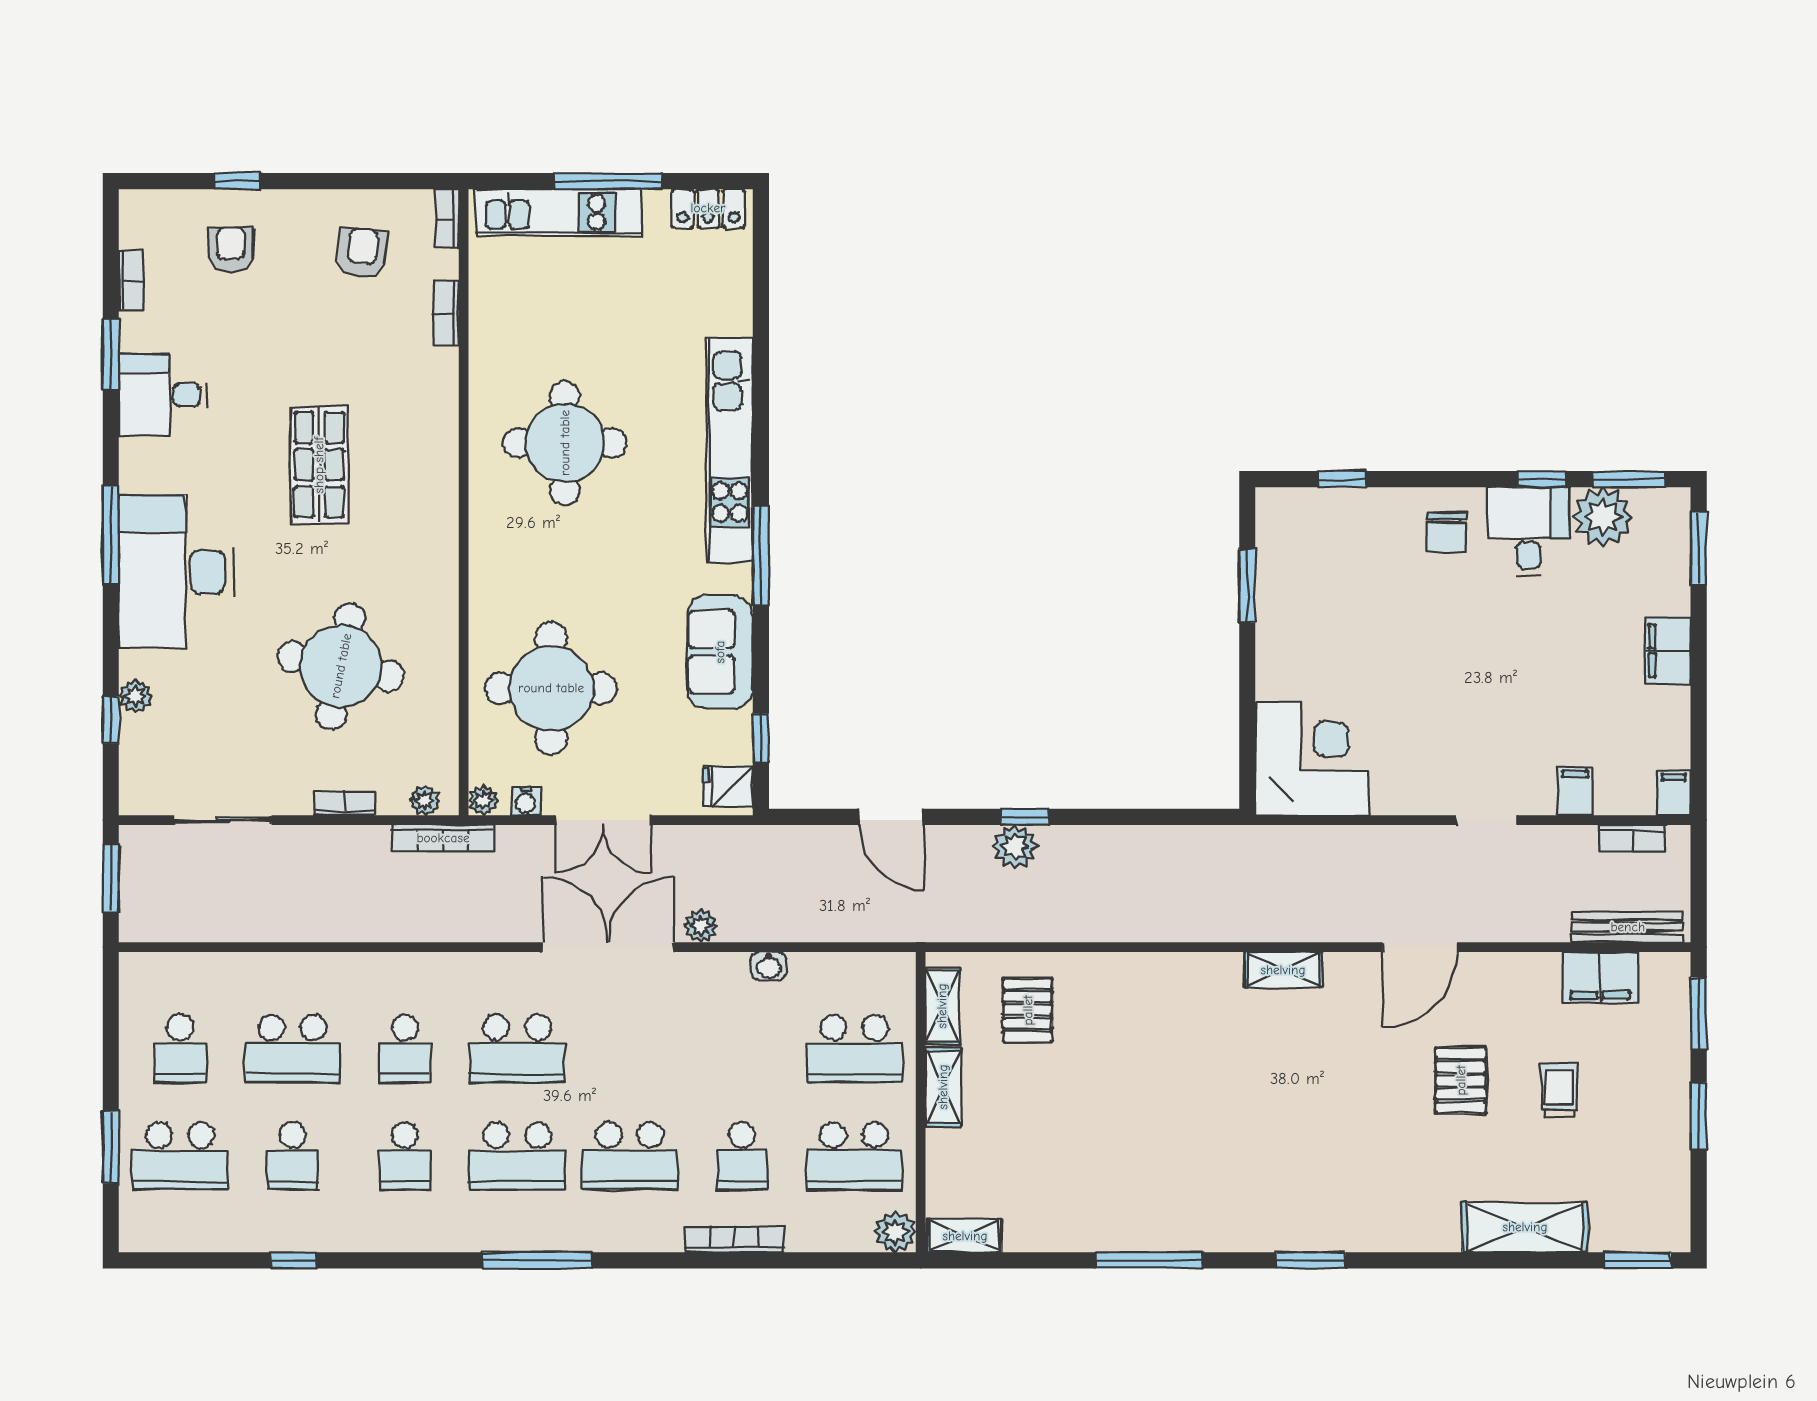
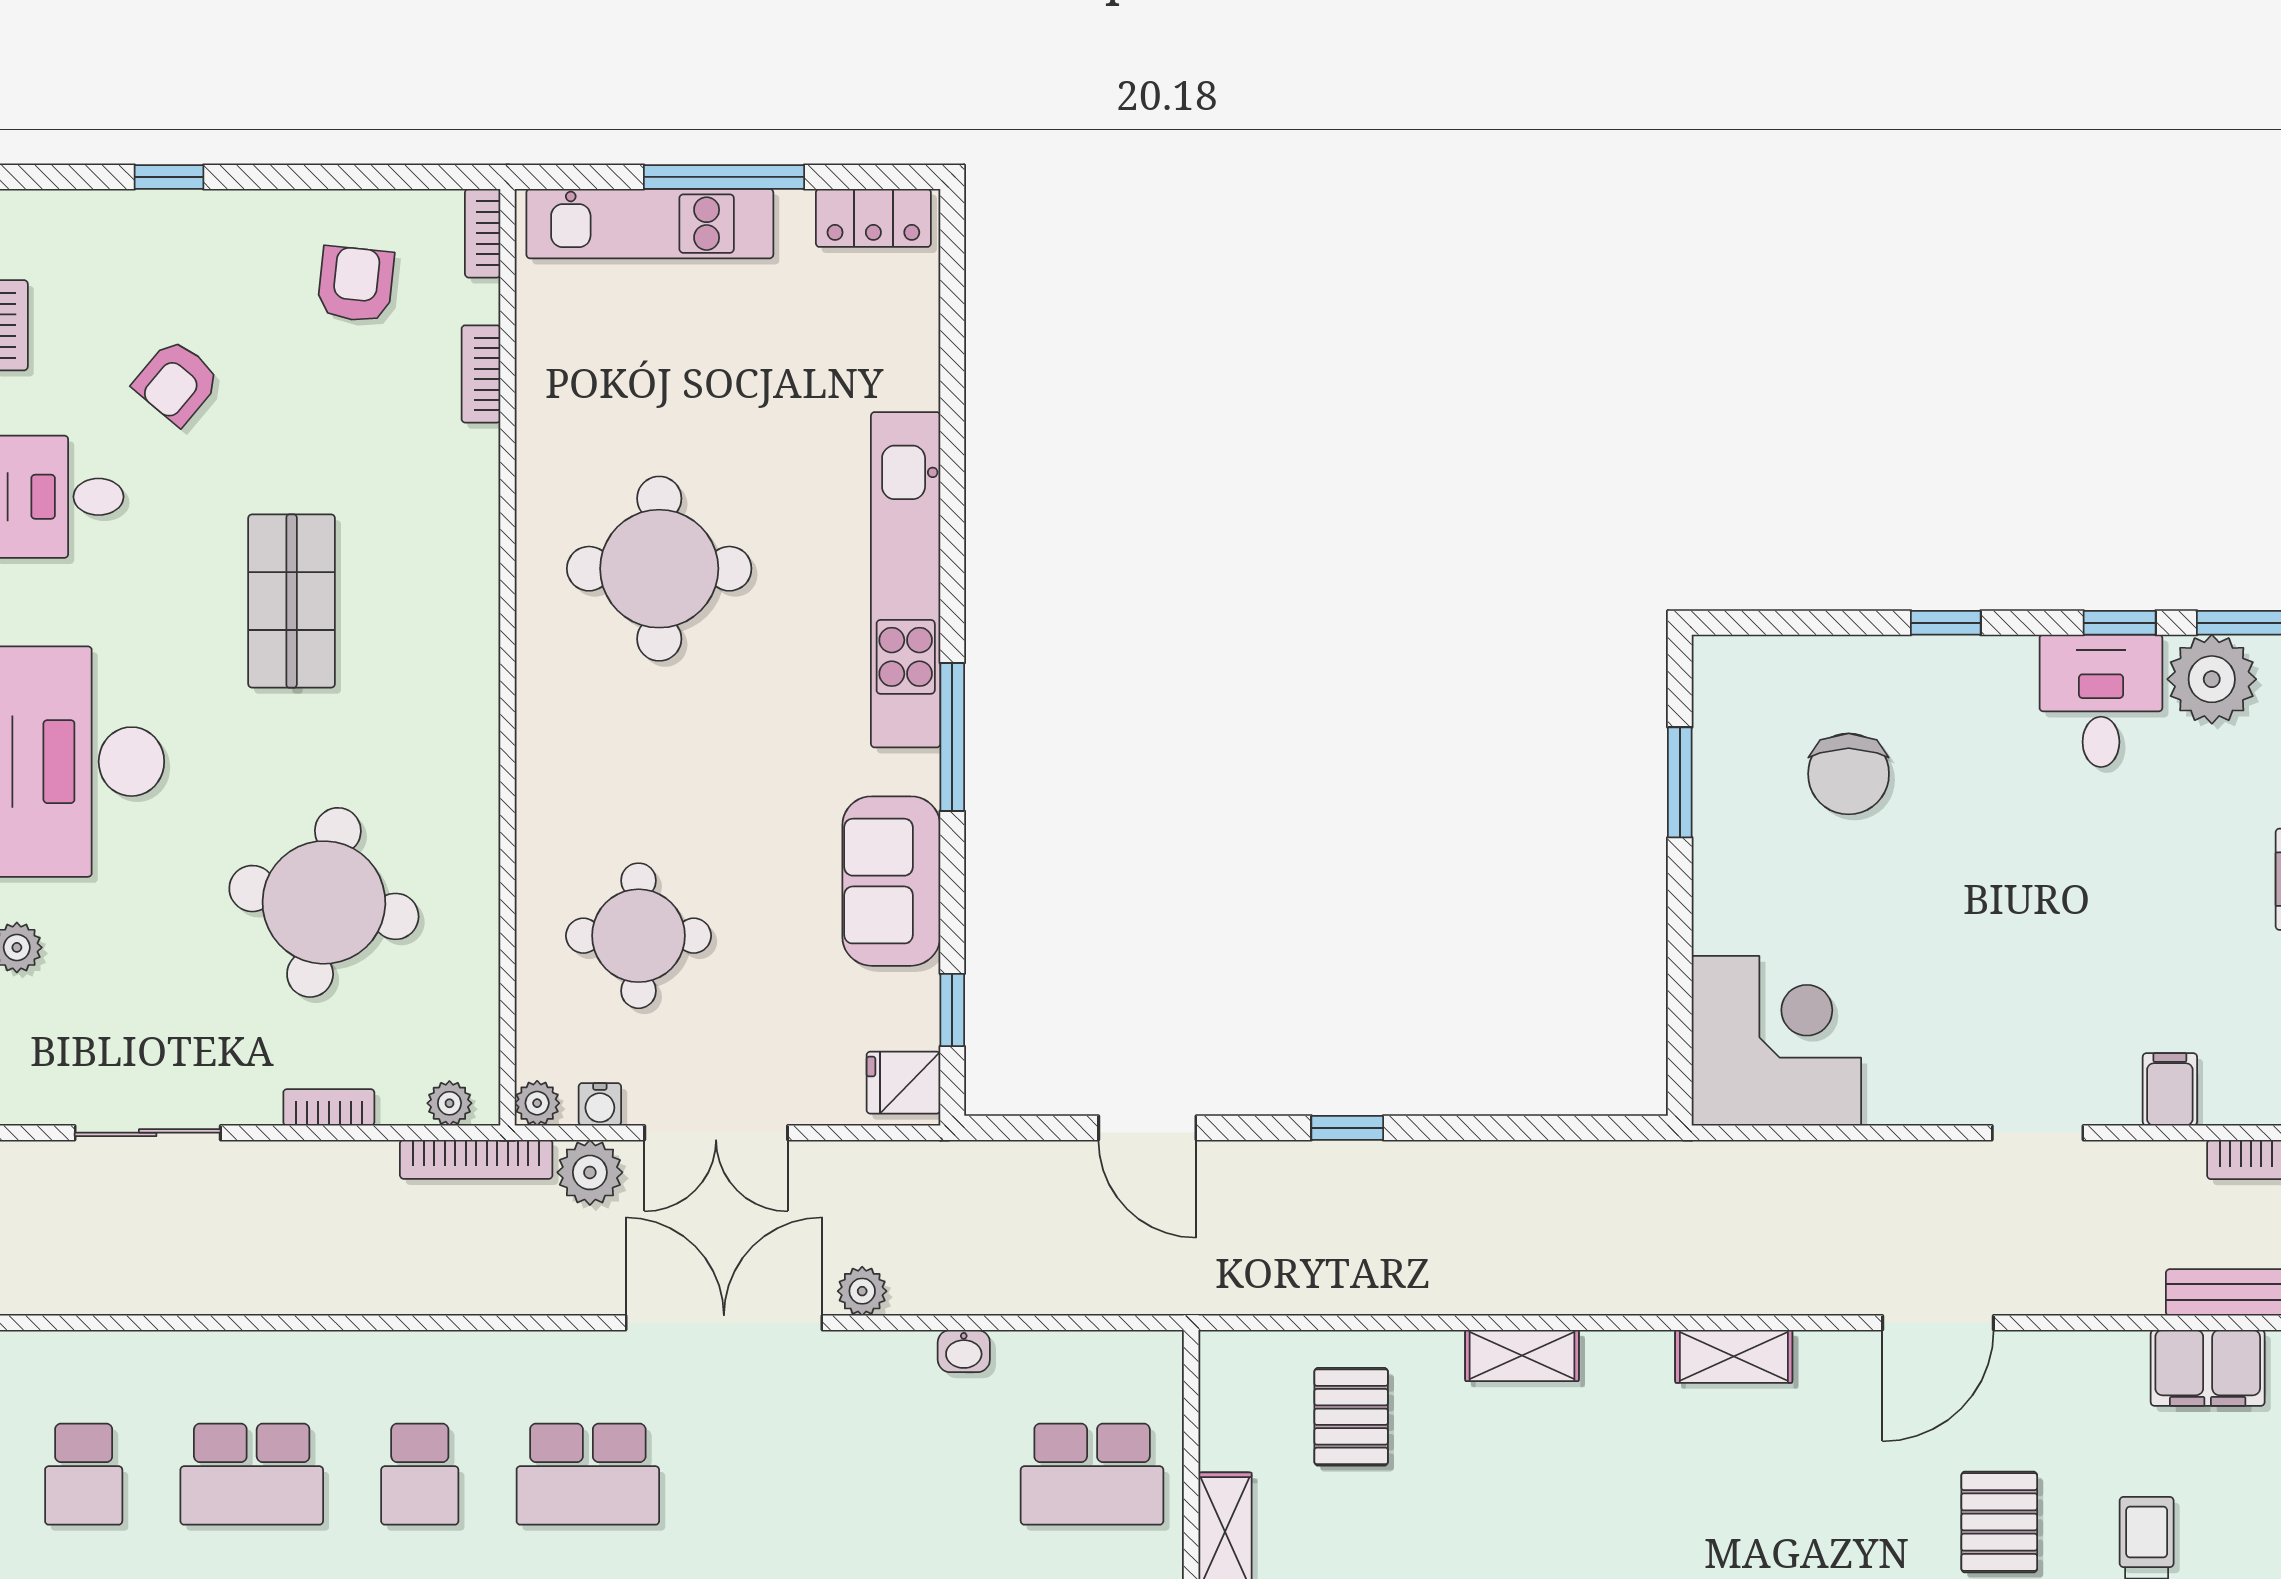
armchair: (231, 250) -> (177, 382), moved, turned -140
window: (1343, 479) -> (1946, 623), moved
chair: (1446, 533) -> (1849, 774), moved, width x1.37, depth x1.37
round table: (551, 688) -> (639, 936), width x0.73, depth x0.73
plant: (1015, 847) -> (590, 1172), moved
shelving: (942, 1006) -> (1522, 1356), moved, turned 90

